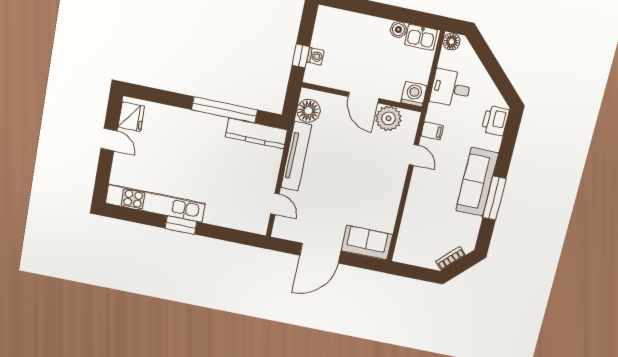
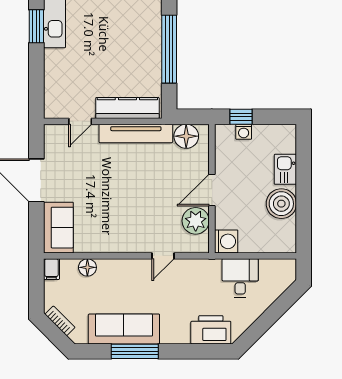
boiler: (398, 29) -> (281, 204), width x1.86, depth x1.86
kitchen sink: (421, 37) -> (285, 169), moved
floor lamp: (451, 42) -> (87, 267), moved
printer: (495, 121) -> (211, 330), width x1.37, depth x1.19
filing cabinet: (432, 131) -> (51, 269), moved
kitchen counter: (256, 133) -> (127, 108), moved, turned 90
sofa: (477, 182) -> (124, 329), moved

